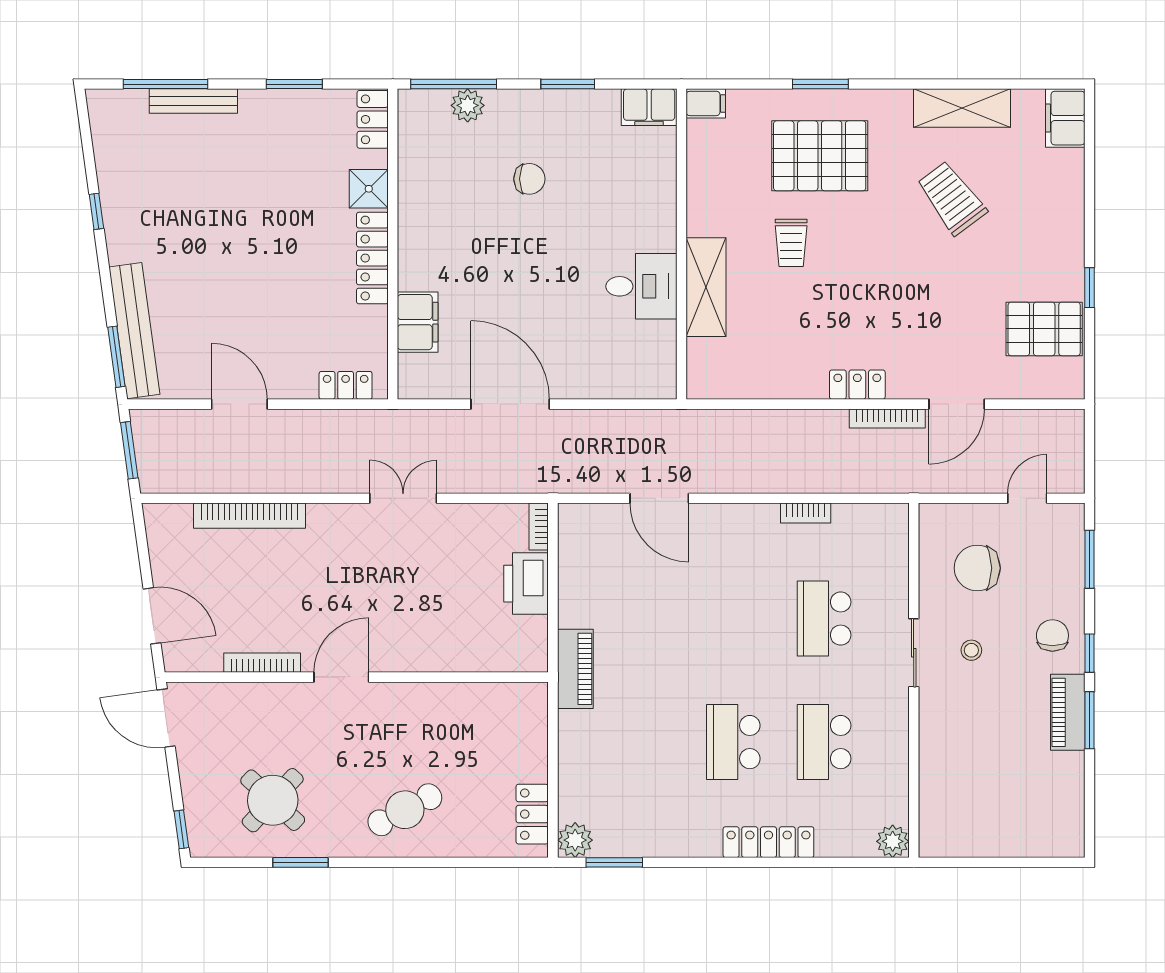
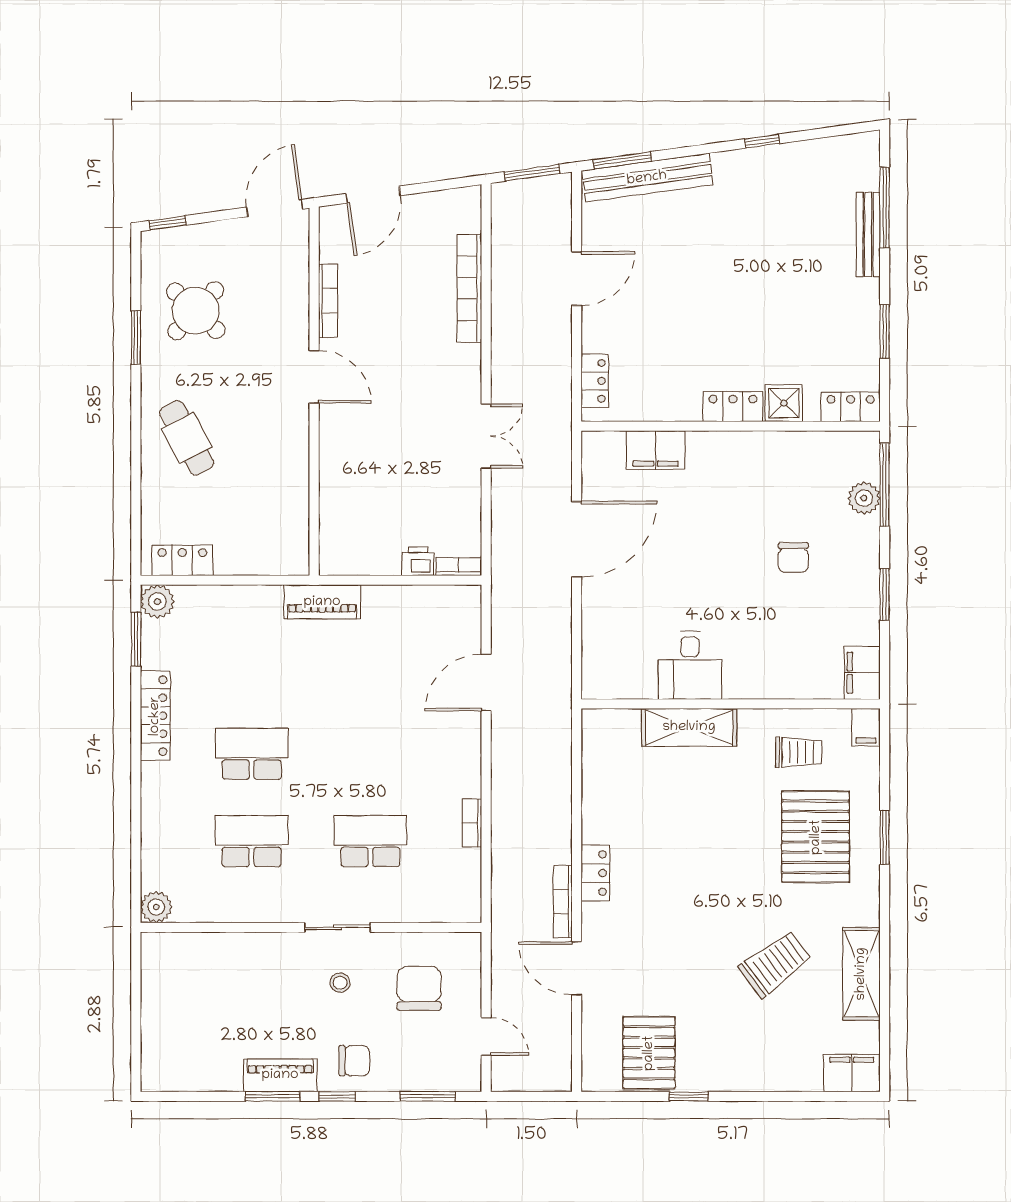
trolley: (791, 243) -> (798, 752), moved, turned 180
locker: (372, 258) -> (733, 407), width x0.66
printer: (526, 584) -> (418, 561), width x0.53, depth x0.68
locker: (768, 842) -> (155, 716), moved

